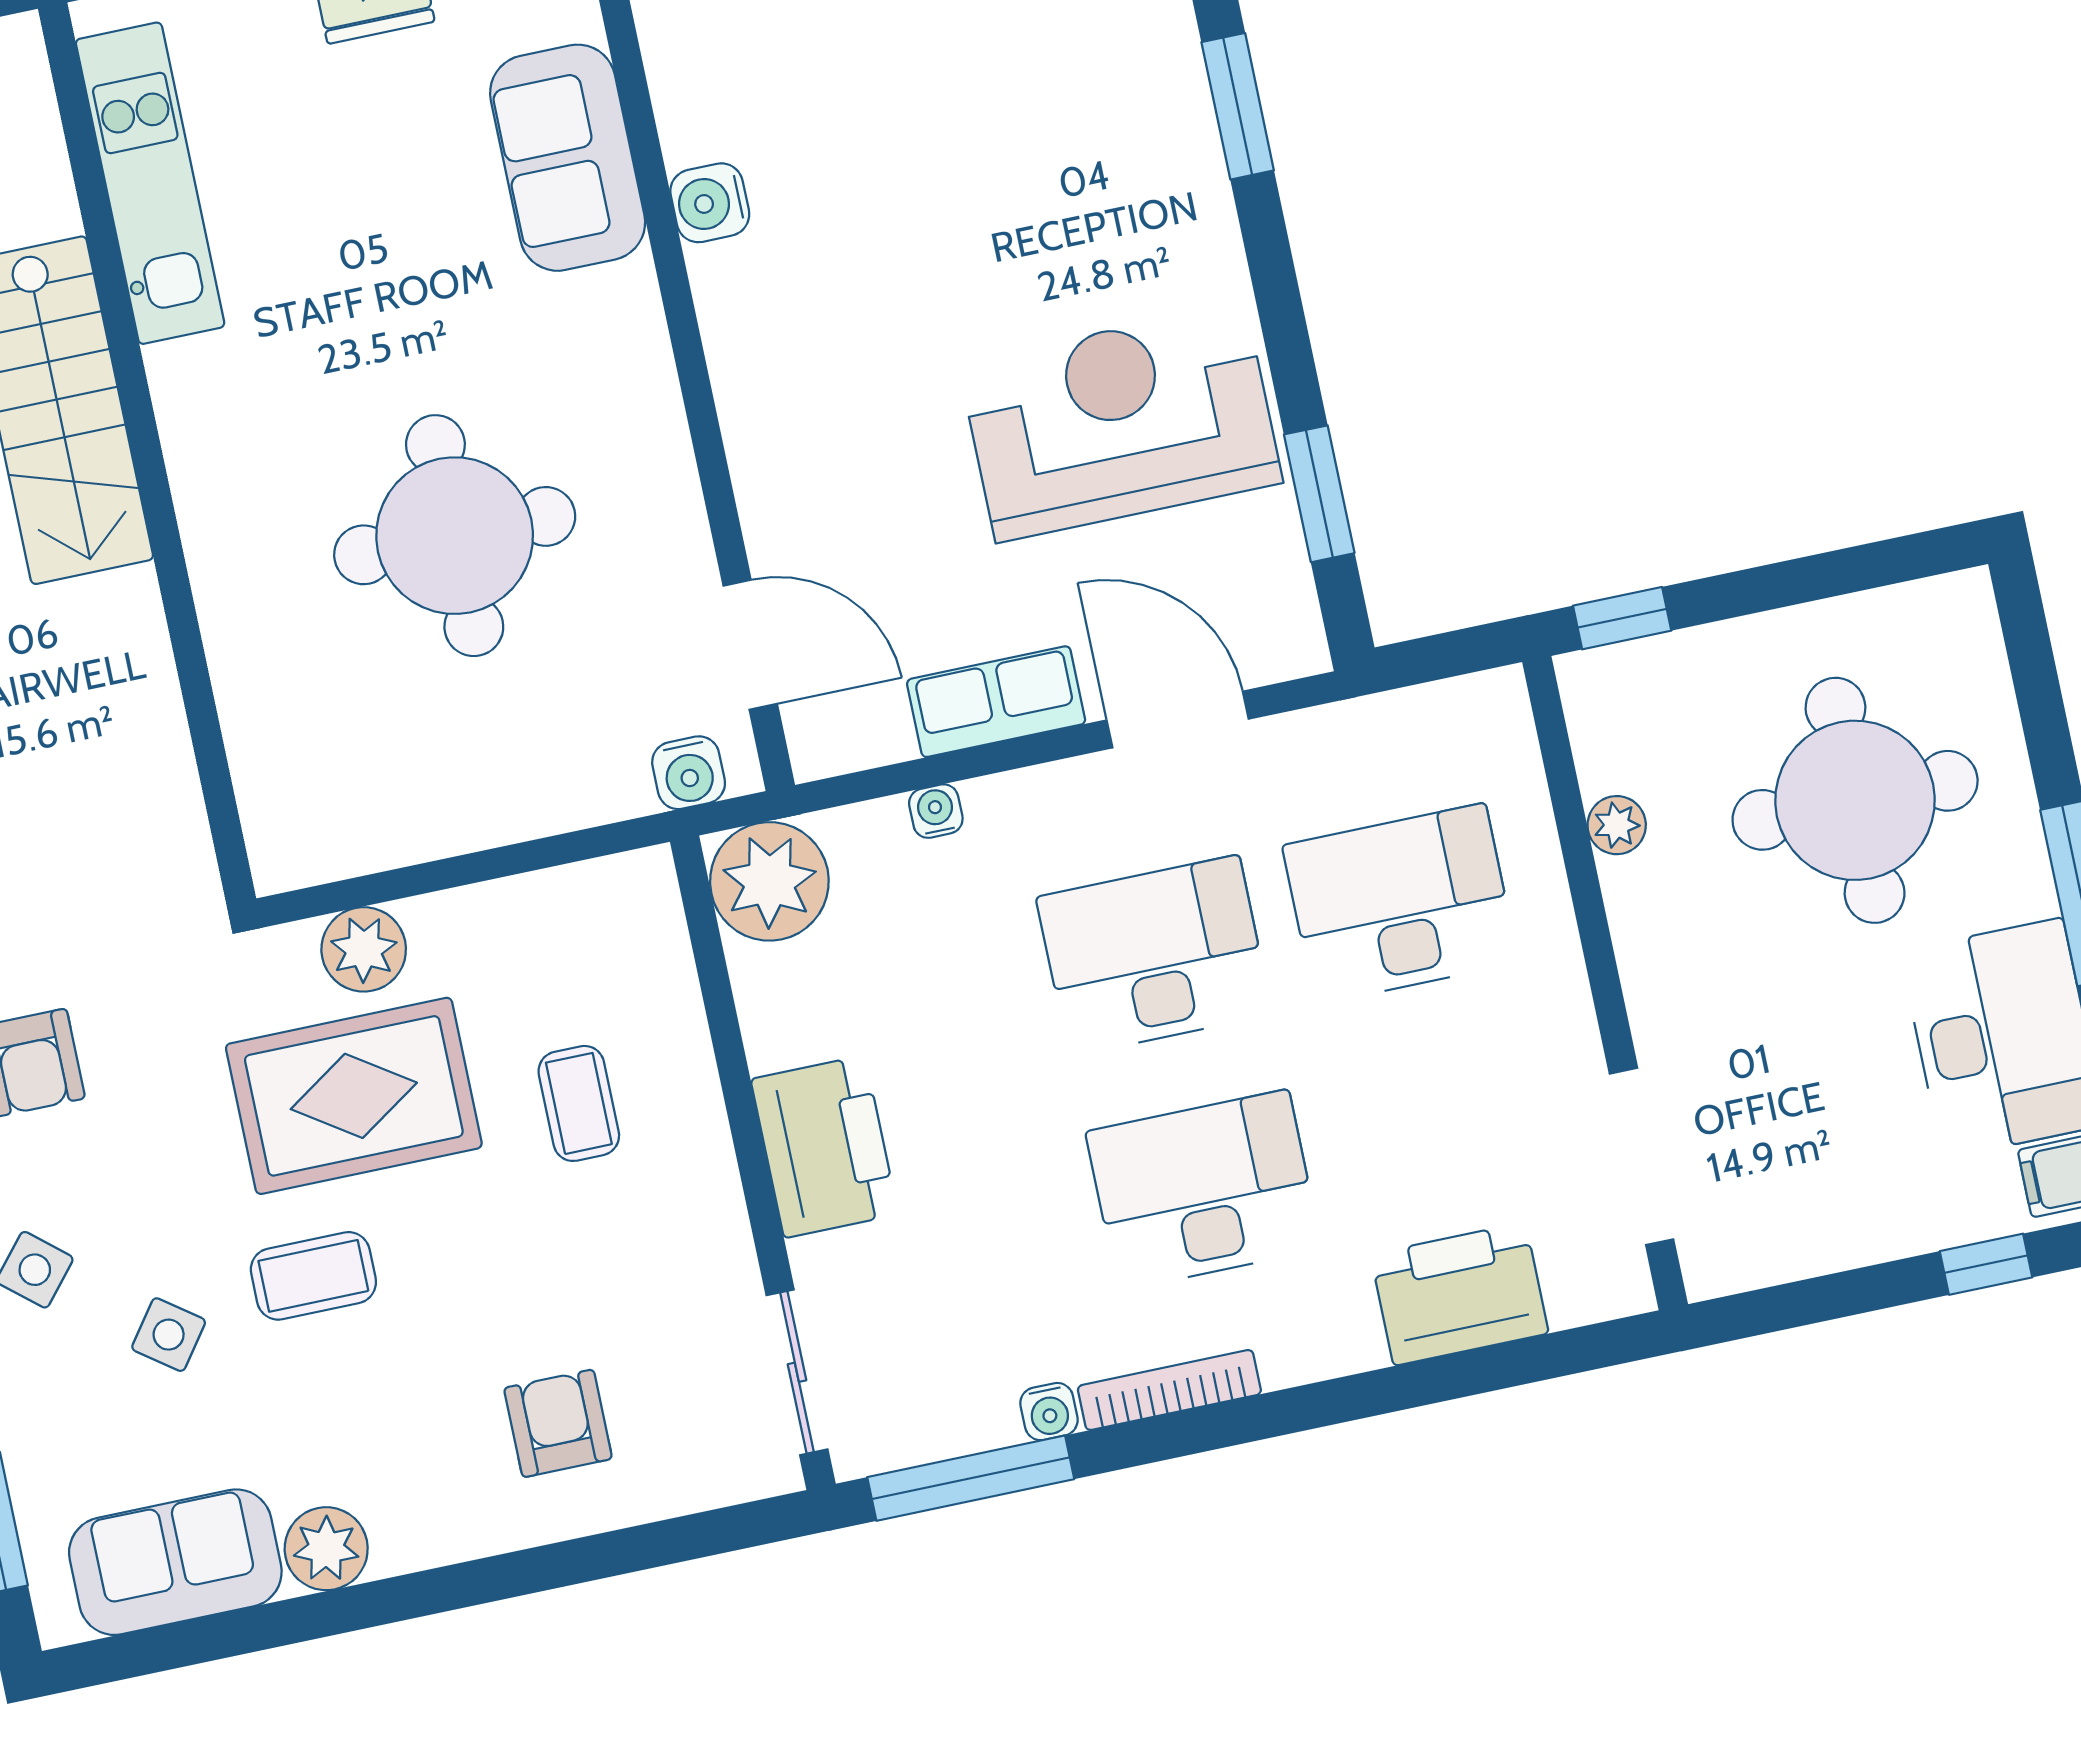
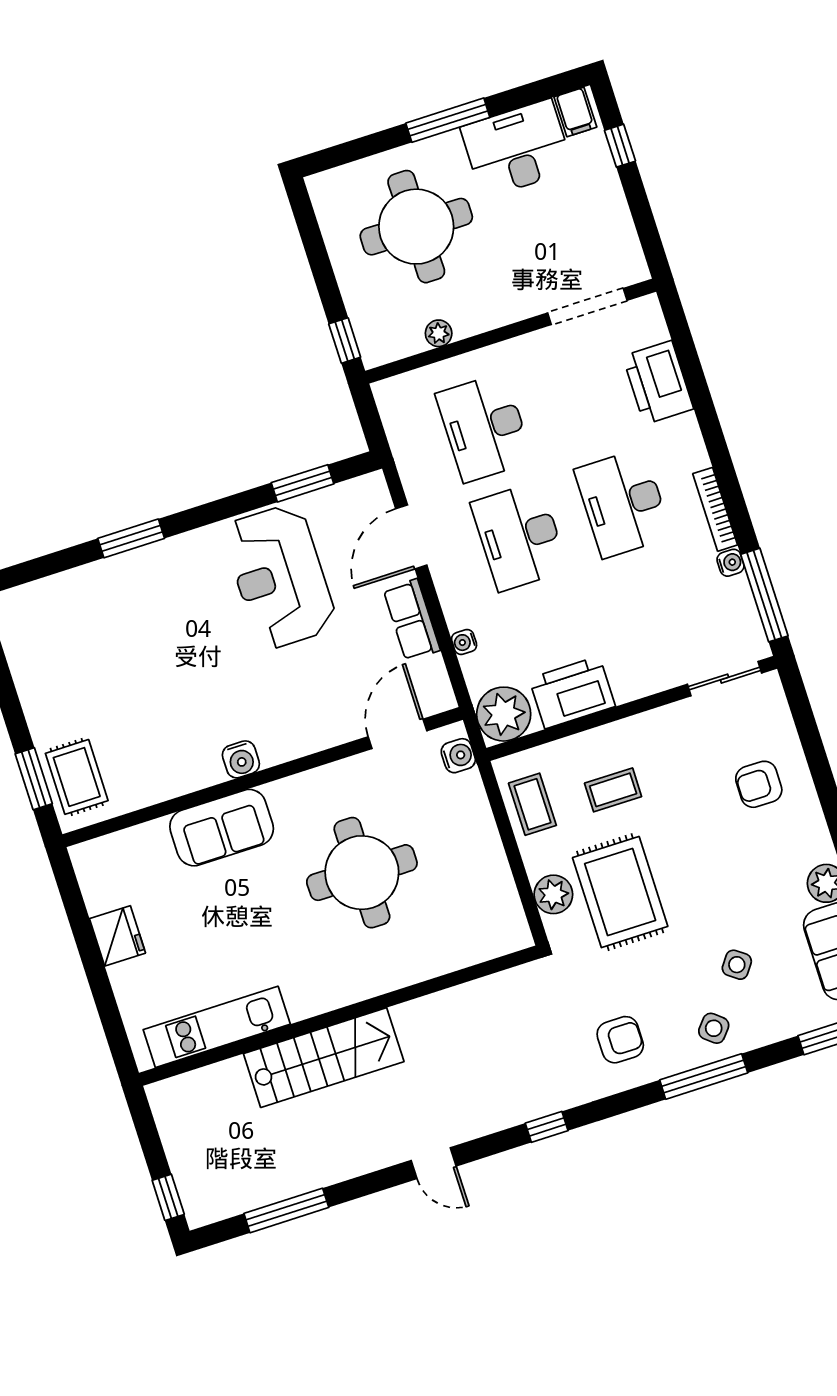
sofa: (568, 158) -> (222, 828), moved
water cooler: (710, 203) -> (241, 759), moved
printer: (824, 1147) -> (572, 692), moved
coffee table: (313, 1276) -> (532, 804), moved

